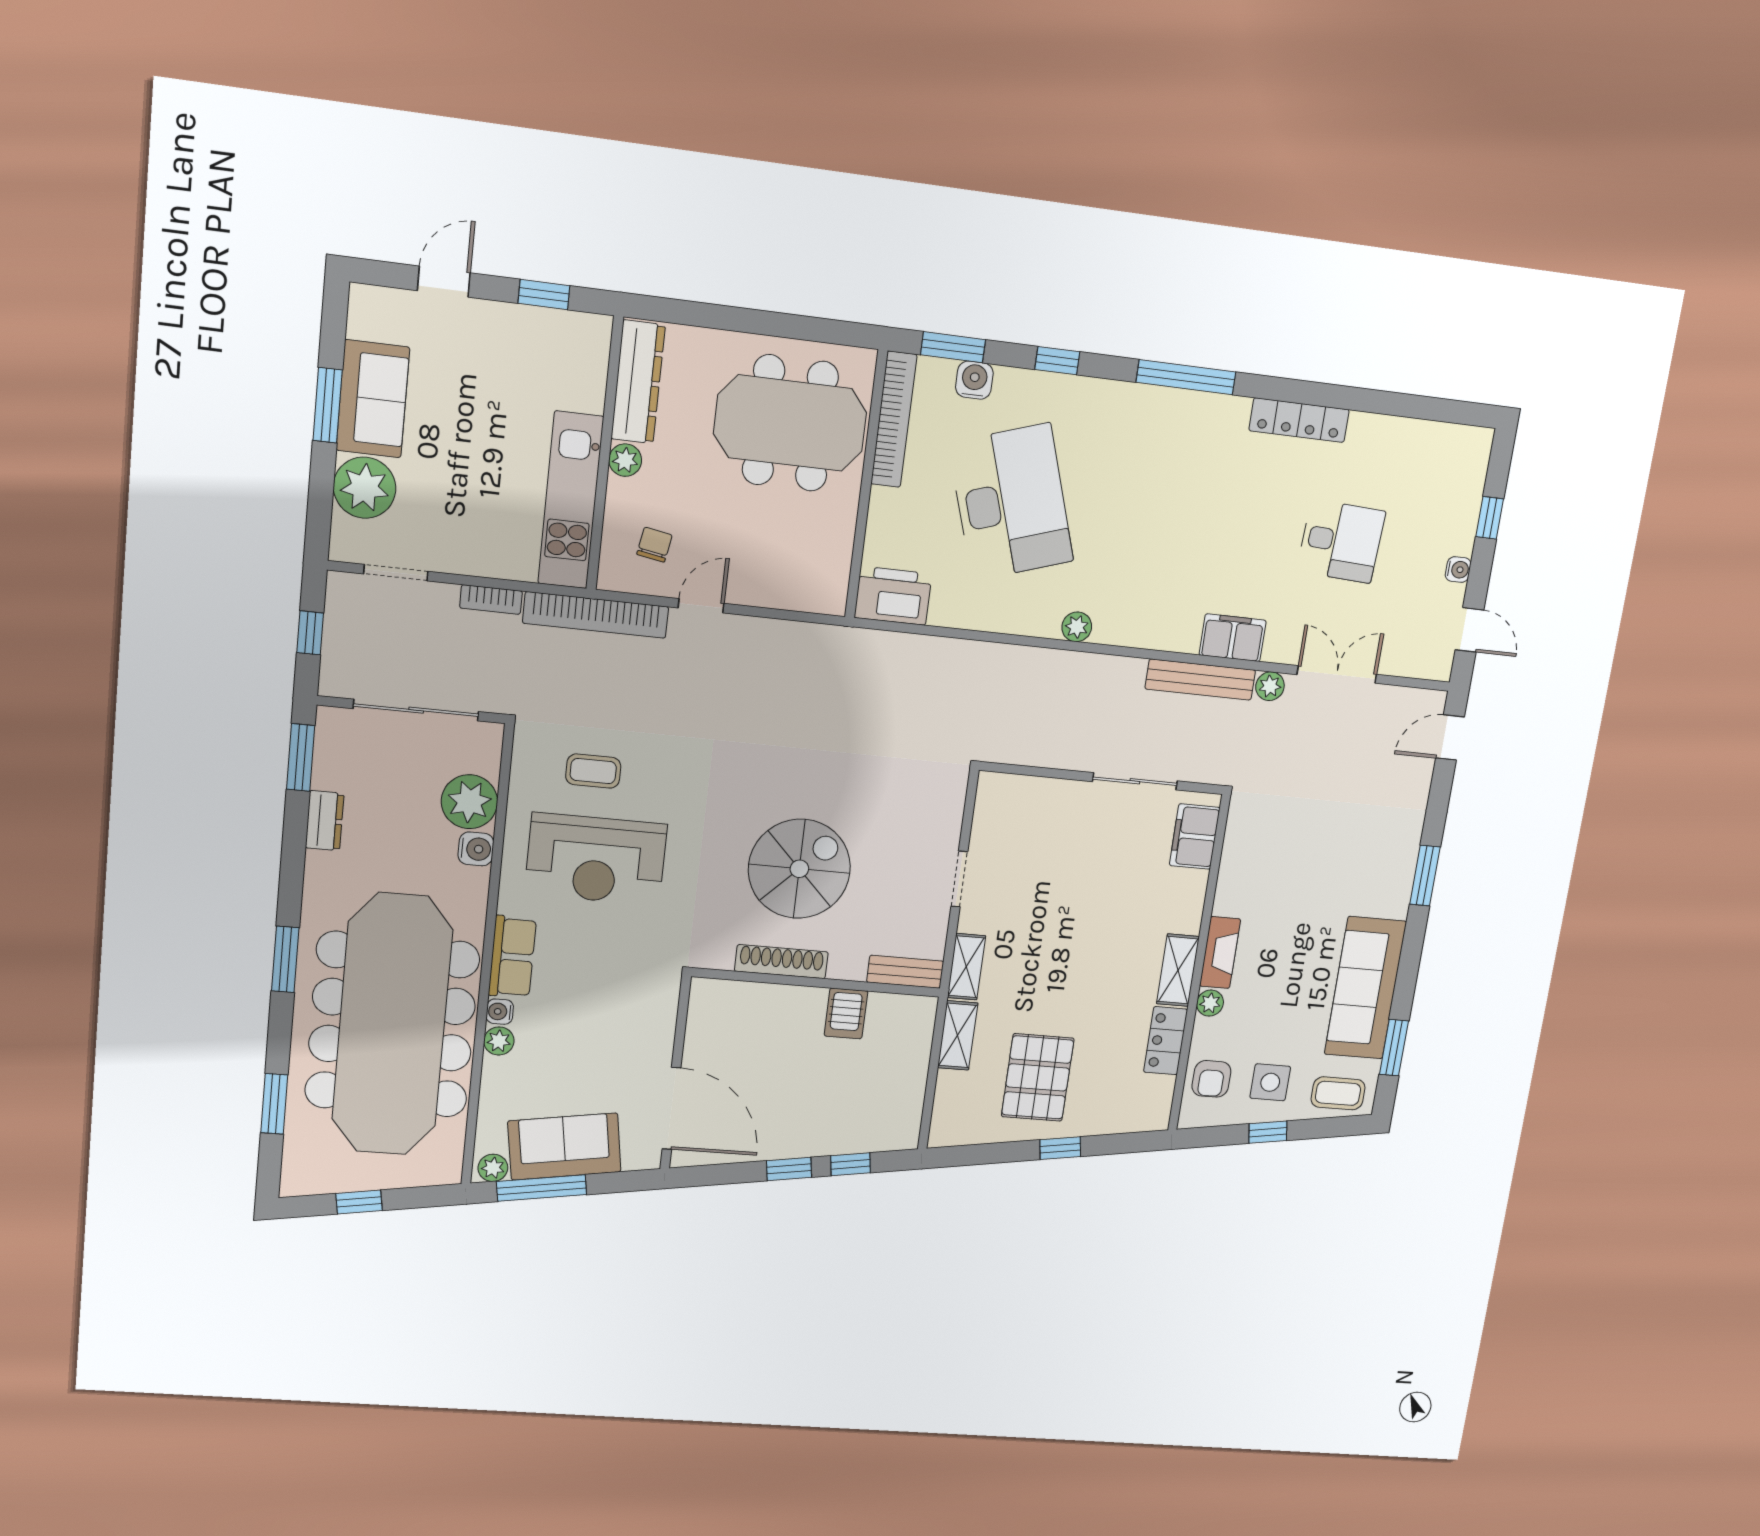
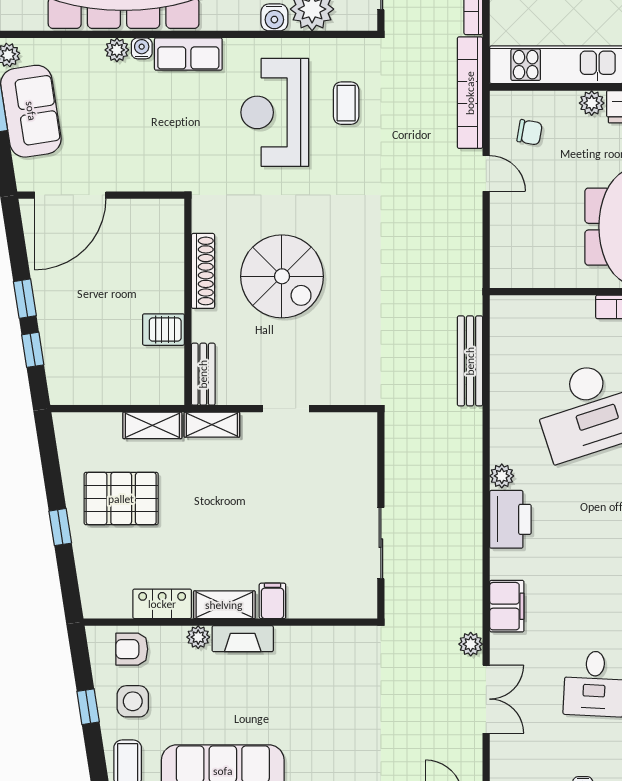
printer: (893, 596) -> (510, 519), moved
bench: (1200, 680) -> (470, 361), moved
filing cabinet: (1195, 837) -> (272, 601), moved, width x0.50

